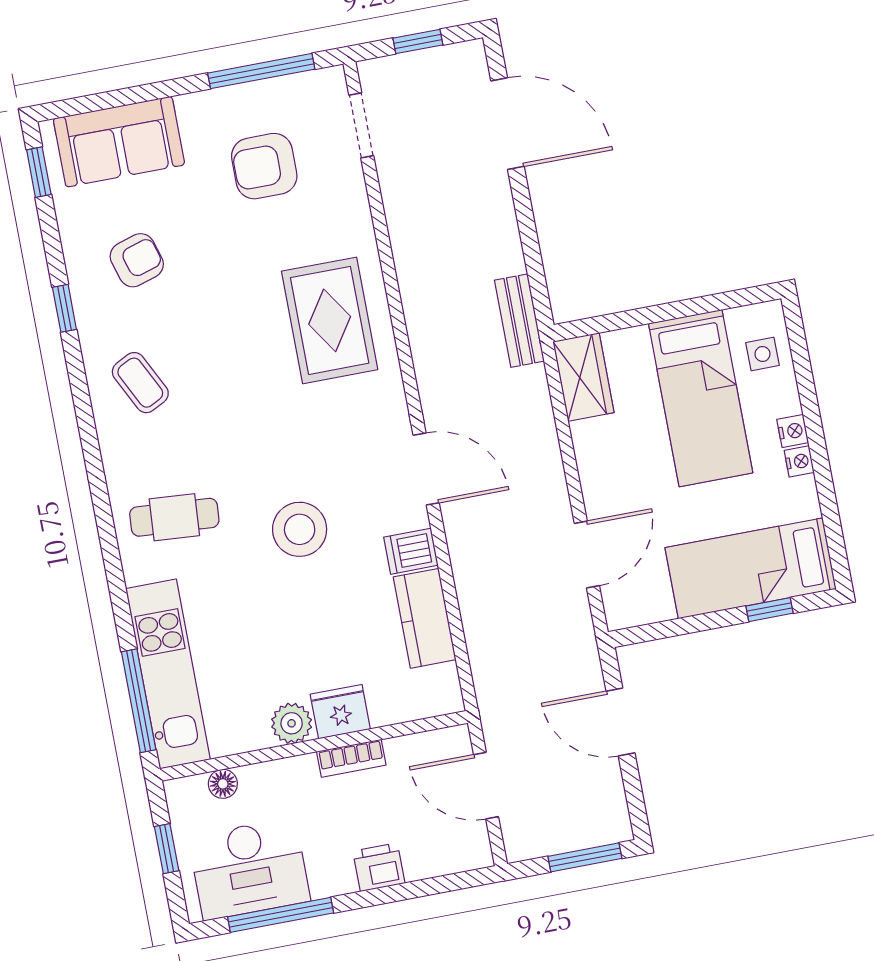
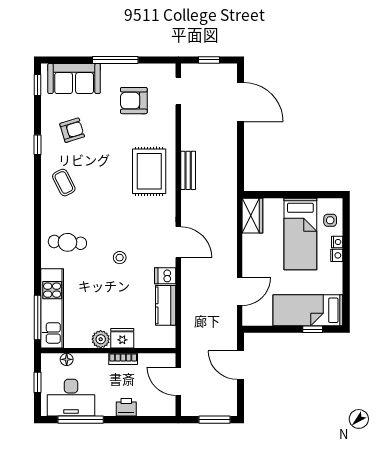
window: (261, 71) -> (115, 60), moved
bench: (519, 321) -> (188, 170), moved
nightstand: (799, 461) -> (337, 242), moved
stool: (300, 529) -> (120, 258), width x0.53, depth x0.53

